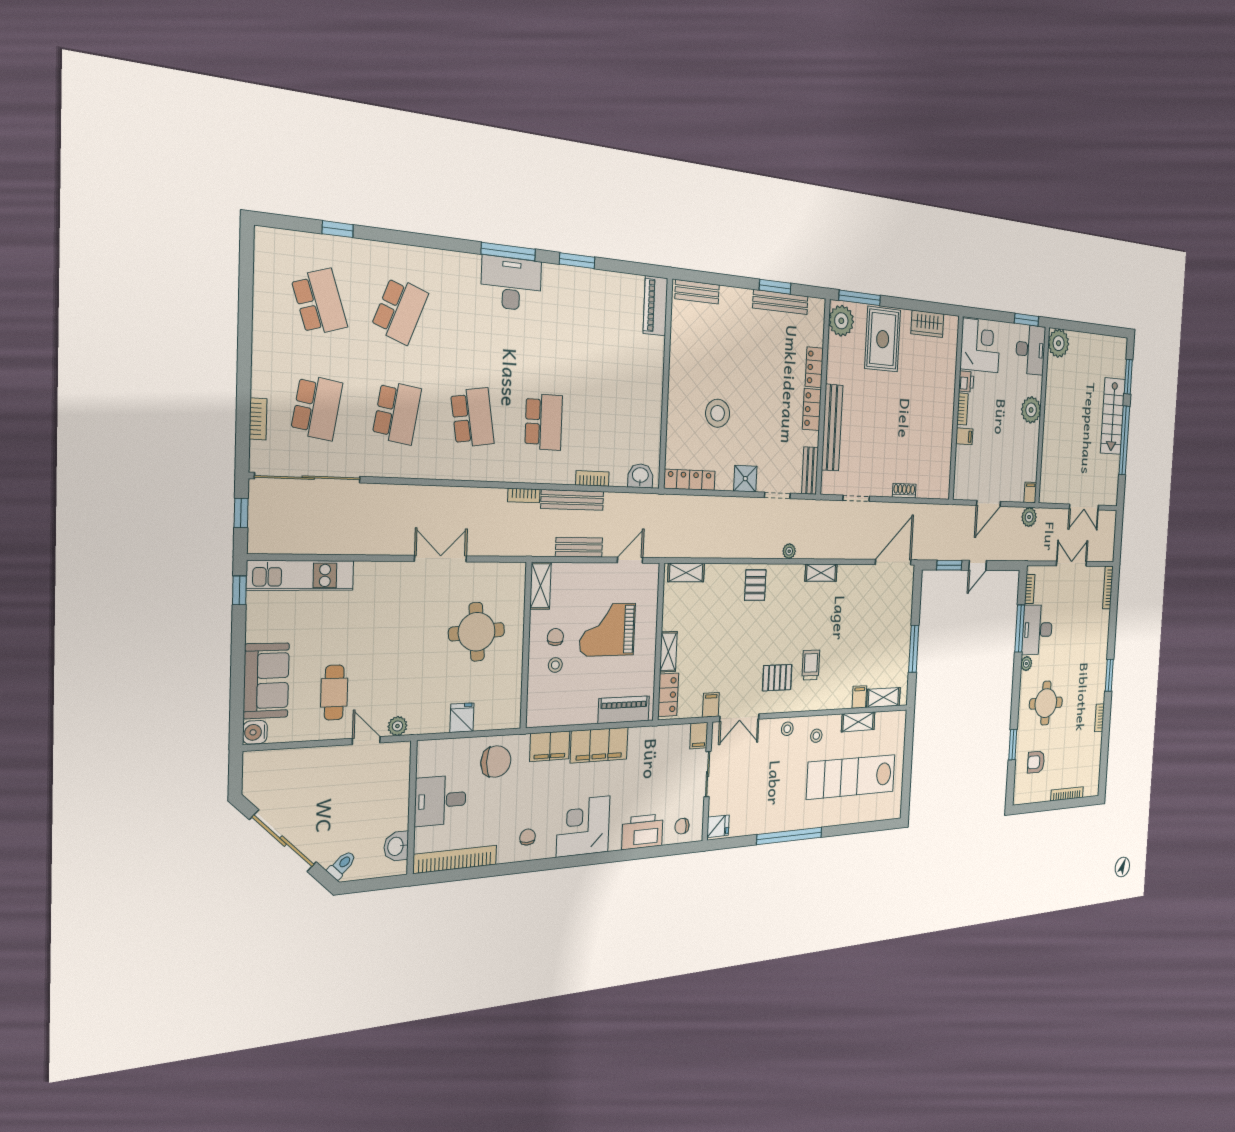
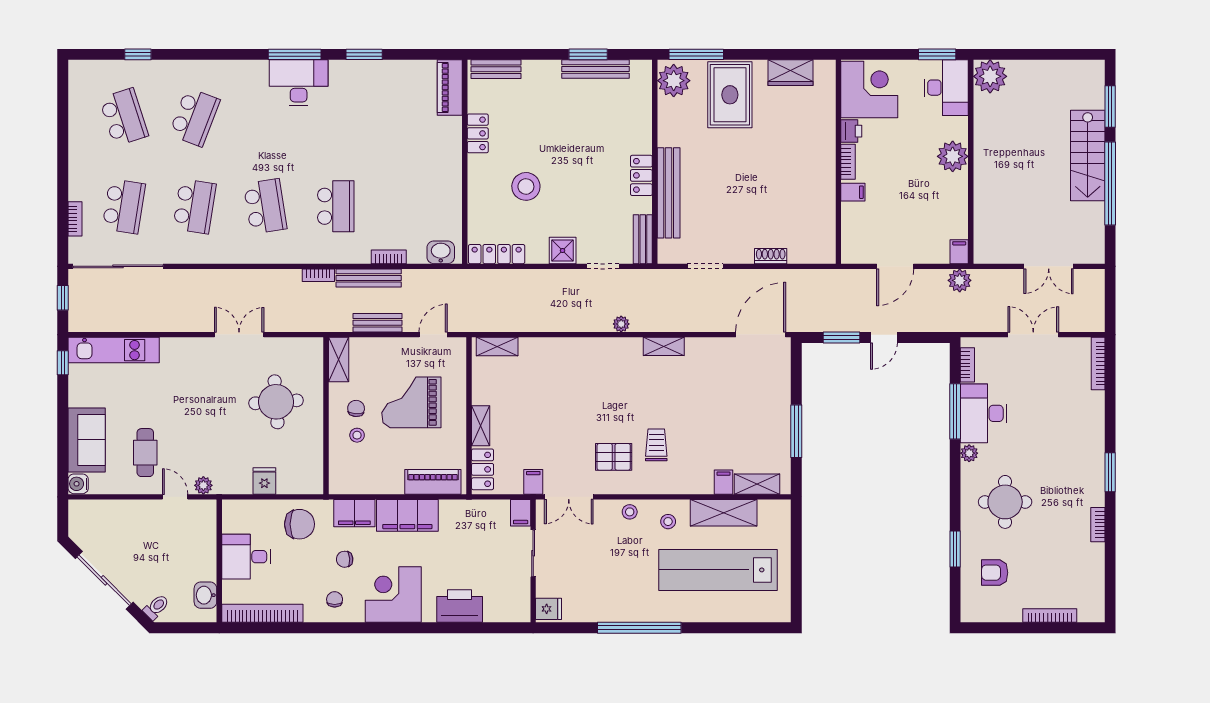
locker: (814, 367) -> (478, 133), moved, turned 180
pallet: (755, 585) -> (581, 359), removed
shelving: (858, 722) -> (724, 513), width x1.50, depth x1.33
chair: (682, 826) -> (345, 559), moved

